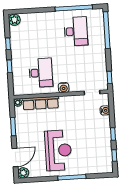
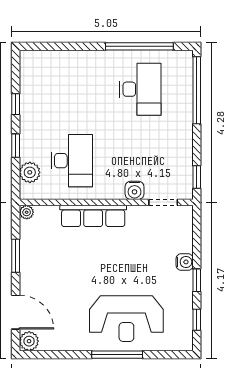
plant: (14, 20) -> (30, 172), moved
water cooler: (64, 88) -> (135, 190), moved
row of seats: (41, 103) -> (93, 216), moved
water cooler: (105, 110) -> (185, 262), moved
reception desk: (58, 150) -> (126, 319), moved, turned 90
door: (15, 157) -> (16, 312), hinge flipped

